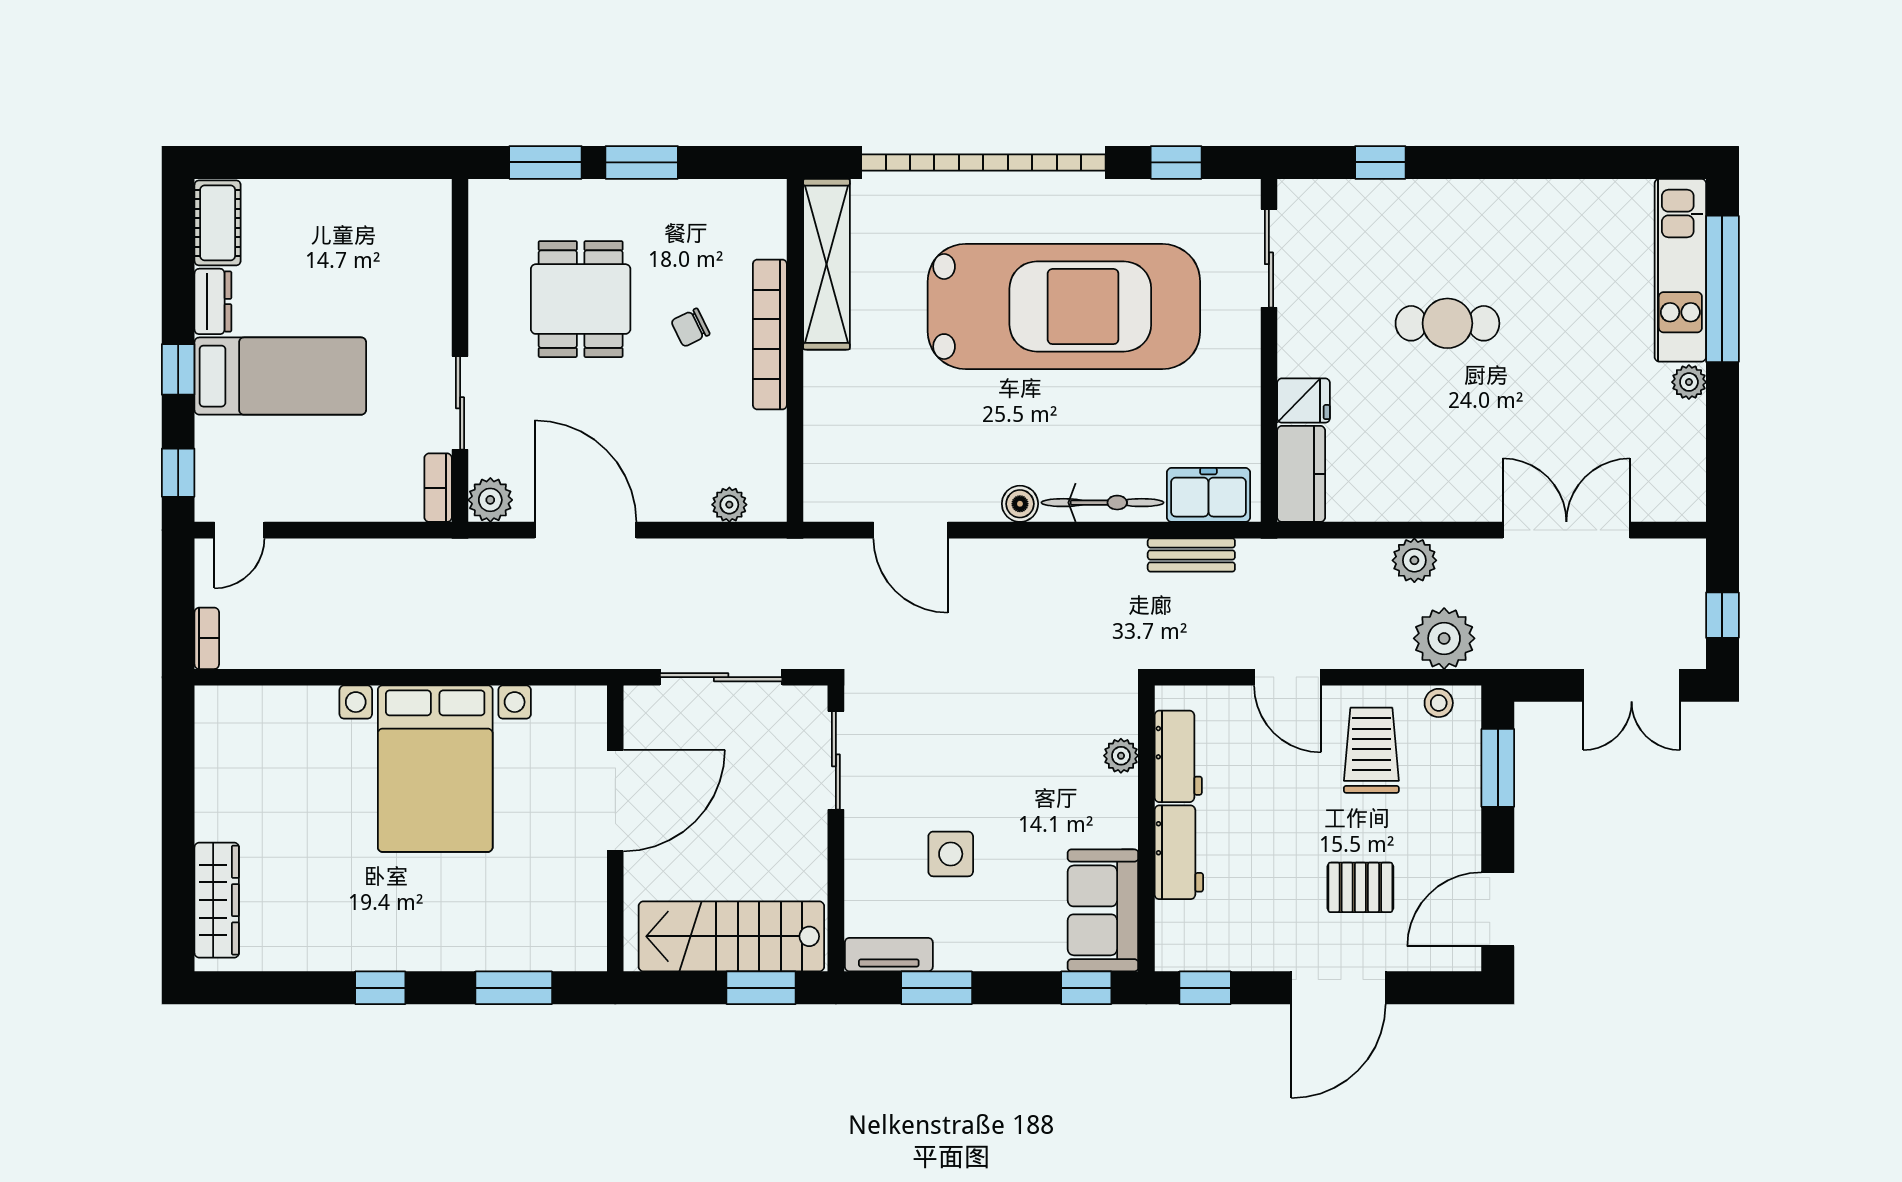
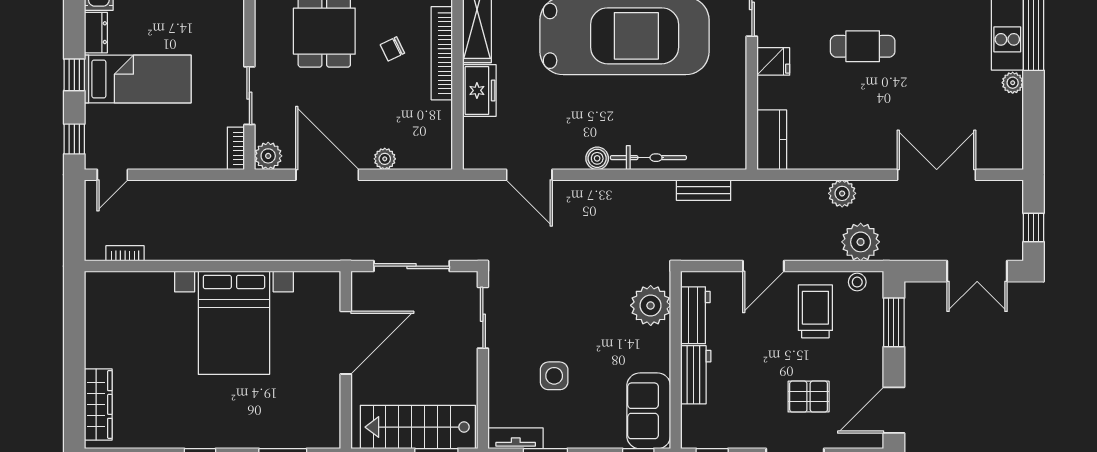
fridge: (1304, 401) -> (773, 61), moved
freezer: (1208, 495) -> (479, 90), moved, turned 90
plant: (729, 505) -> (385, 159), moved
bookcase: (207, 638) -> (125, 253), moved, turned -90
door: (1288, 677) -> (763, 266), hinge flipped
plant: (1121, 756) -> (651, 305), width x1.88, depth x1.88

